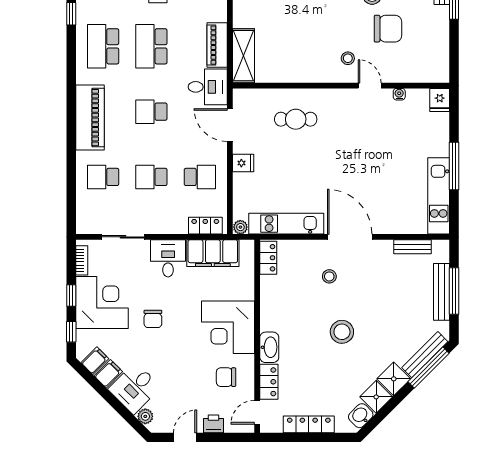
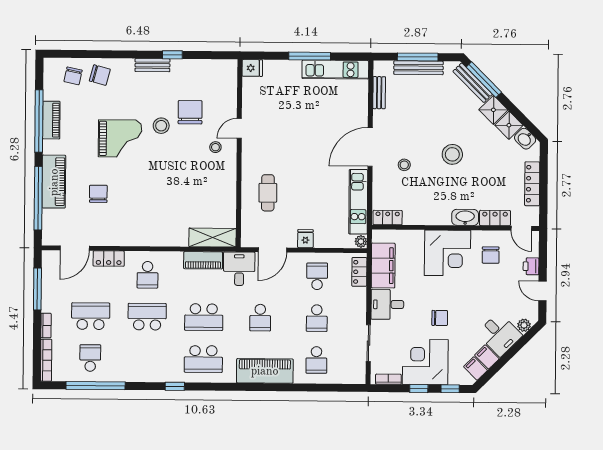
water cooler: (399, 94) -> (247, 103), removed

